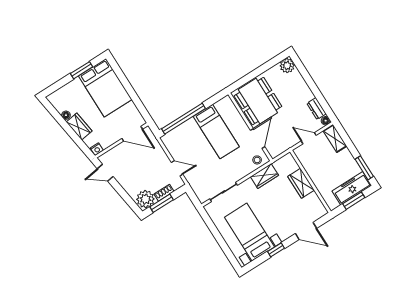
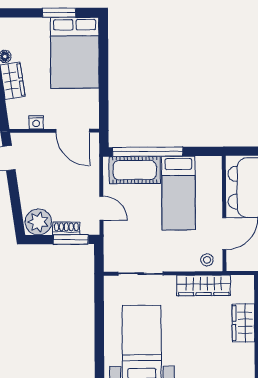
cot: (183, 134) -> (135, 170), added
nightstand: (97, 149) -> (36, 122), moved
wardrobe: (264, 176) -> (204, 285), width x1.50
window: (162, 203) -> (71, 239), moved

